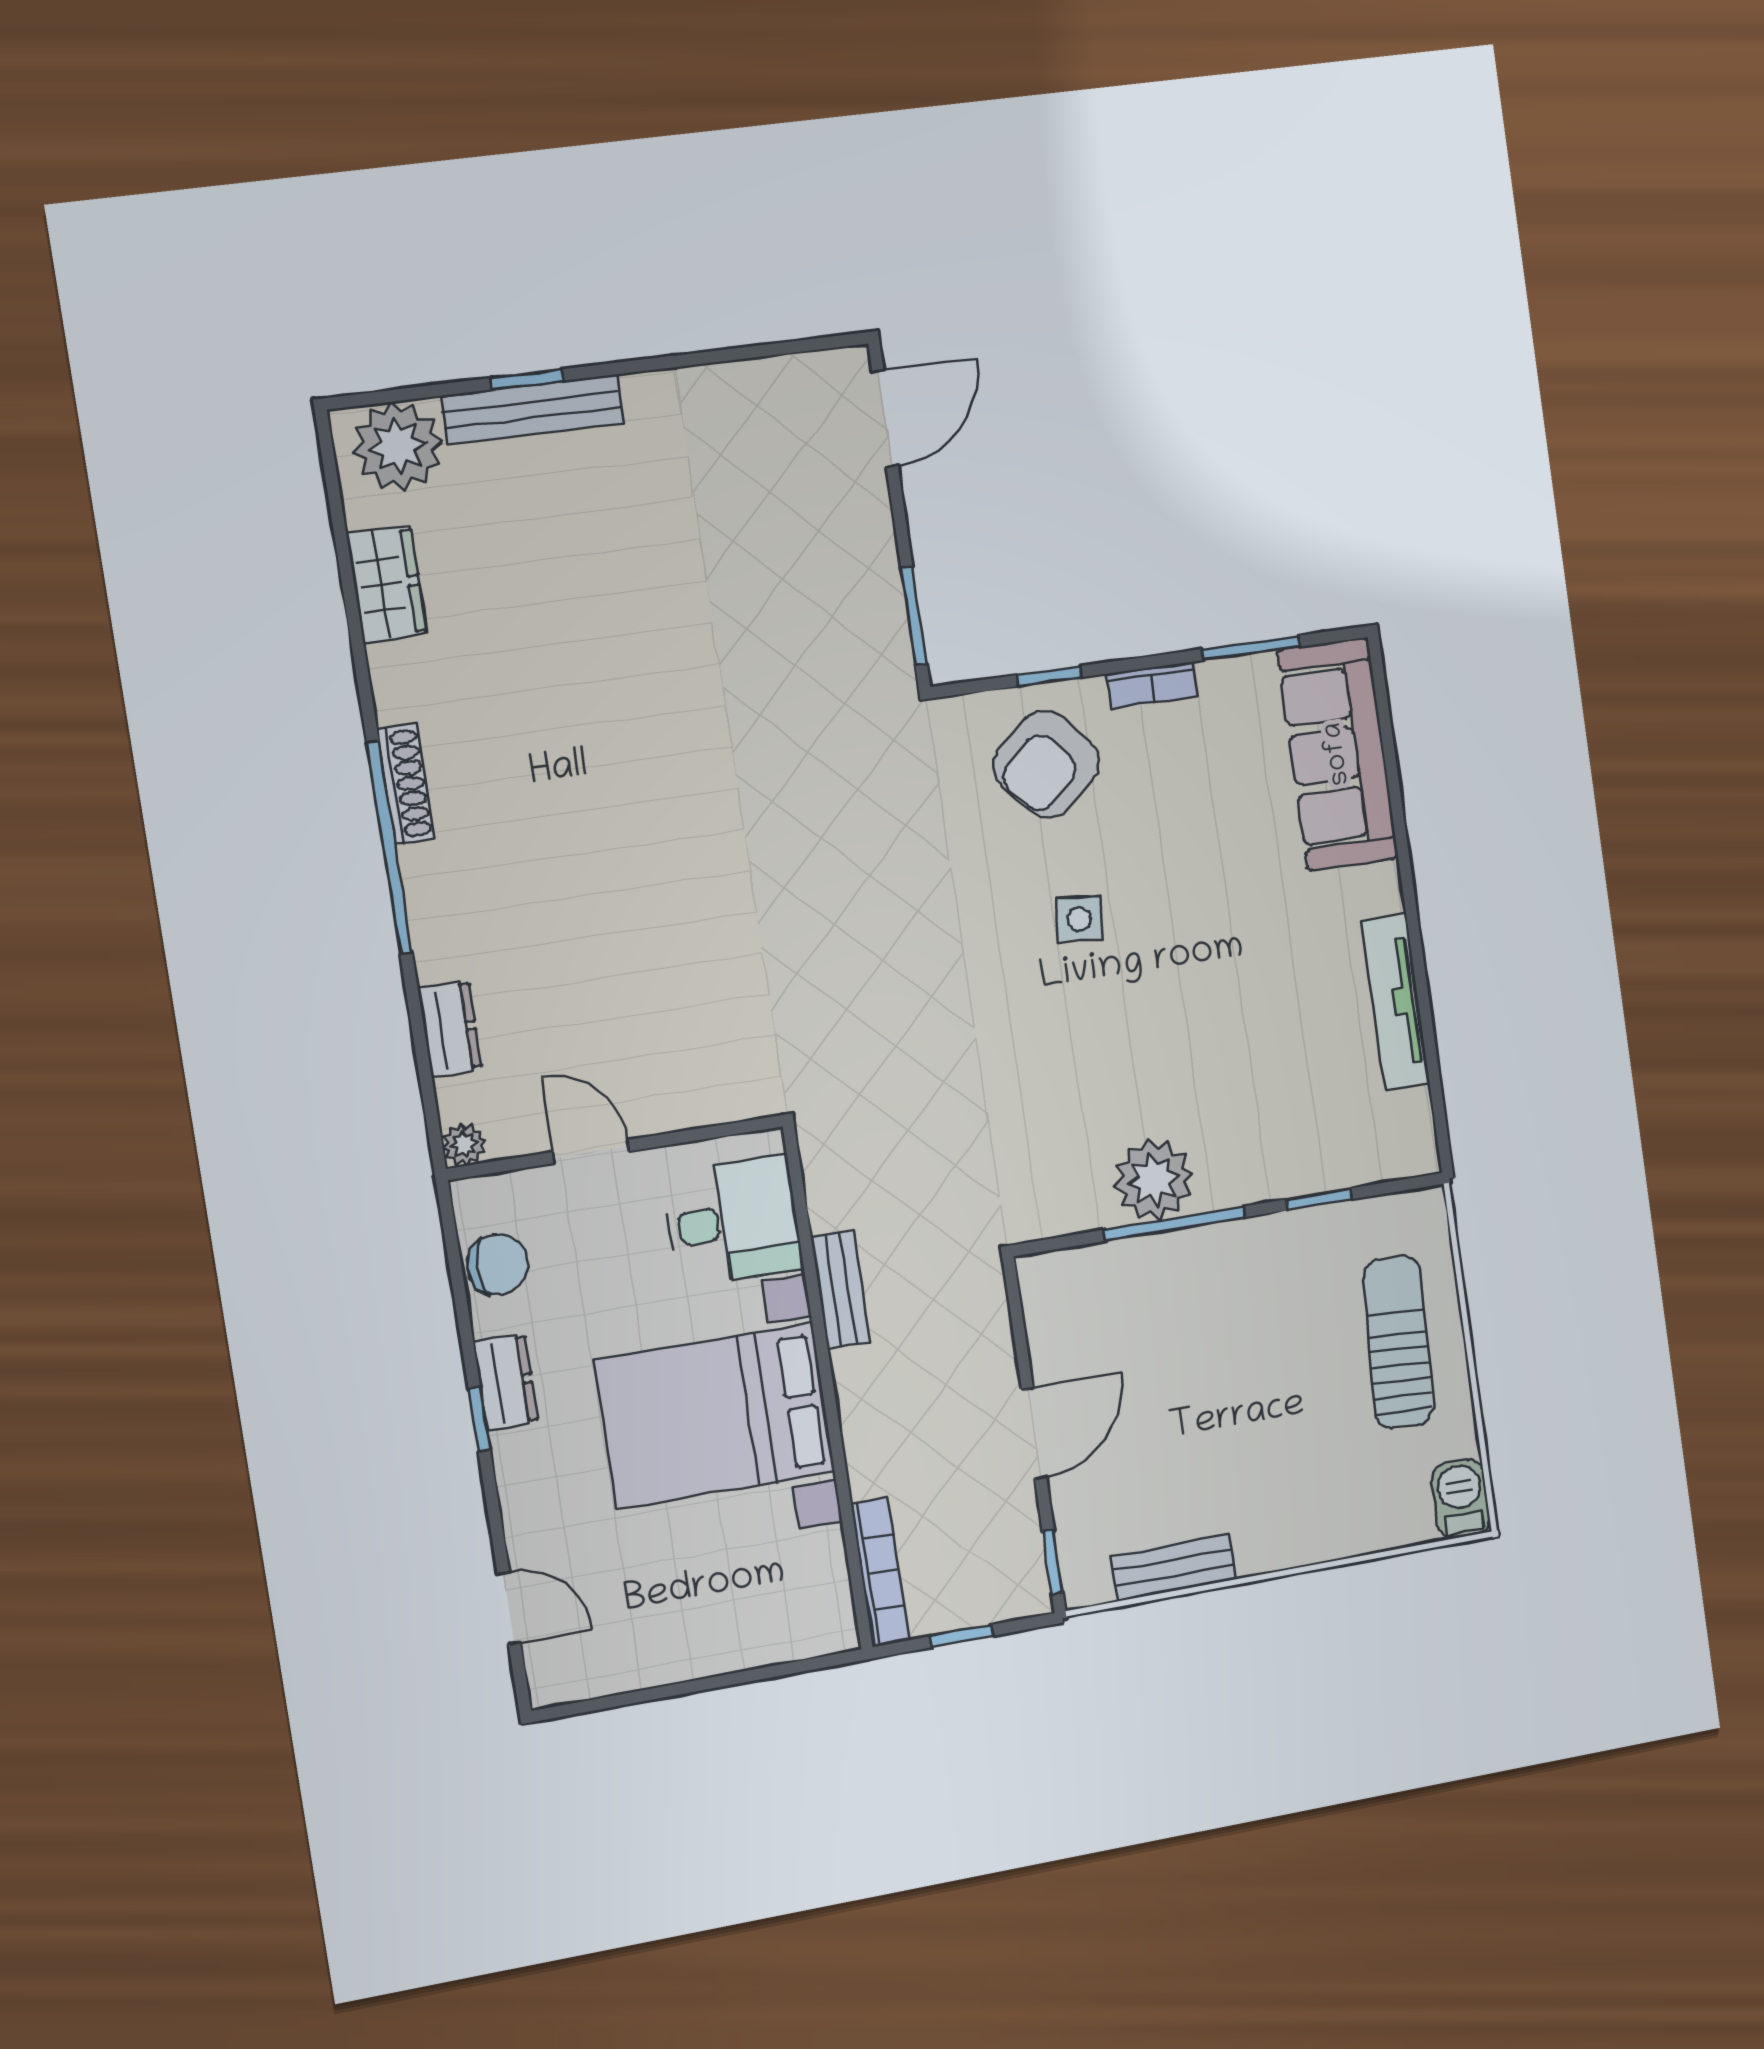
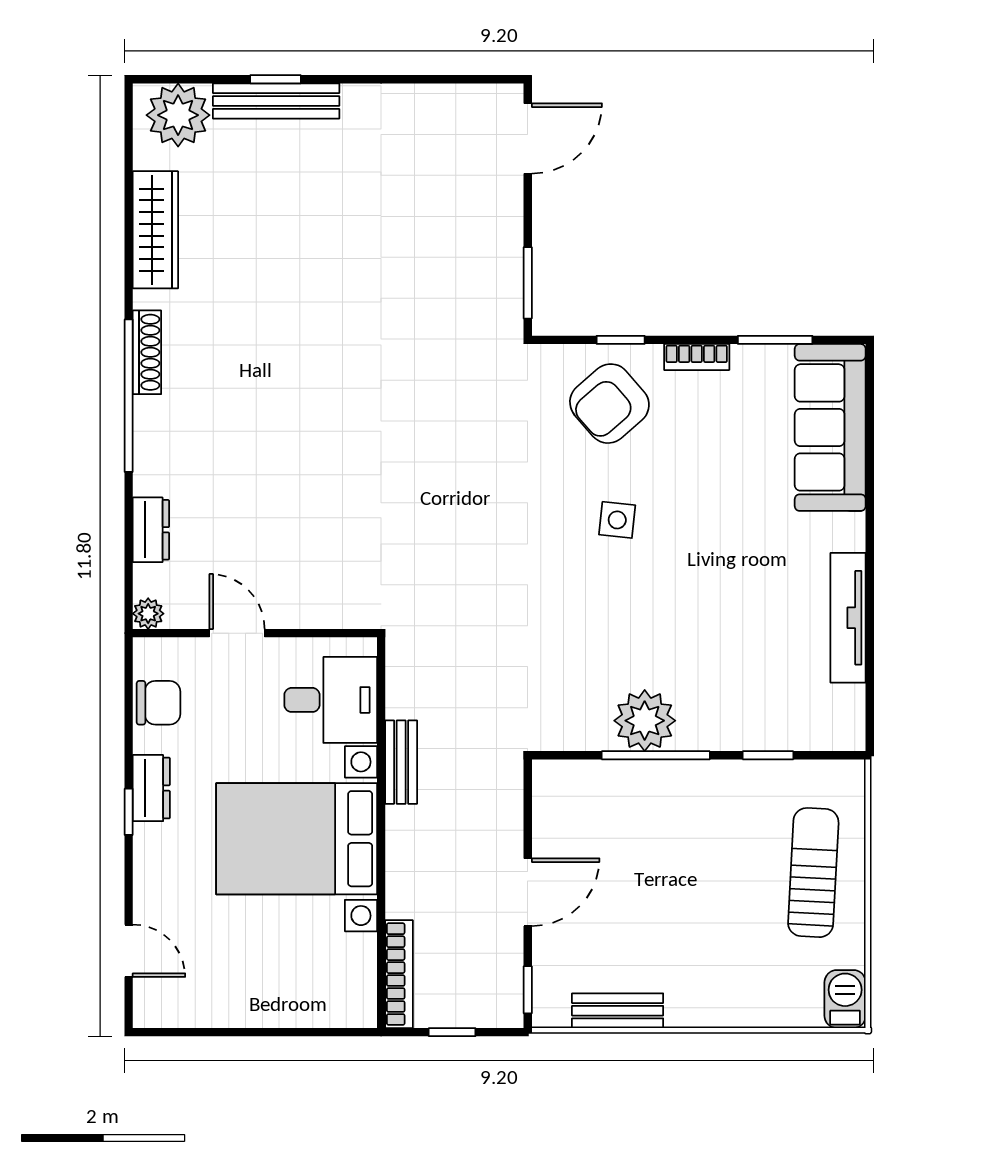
wardrobe: (387, 584) -> (155, 230), width x1.50

